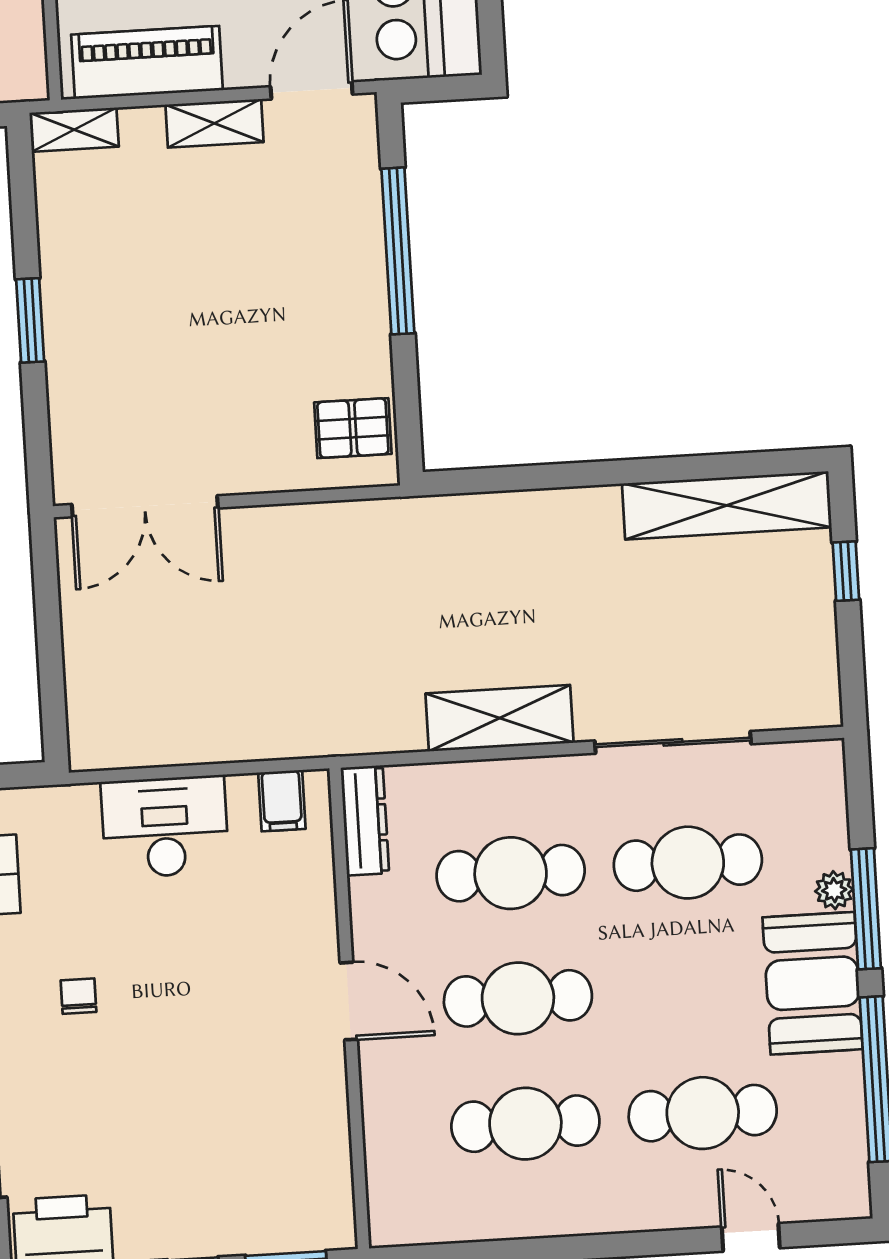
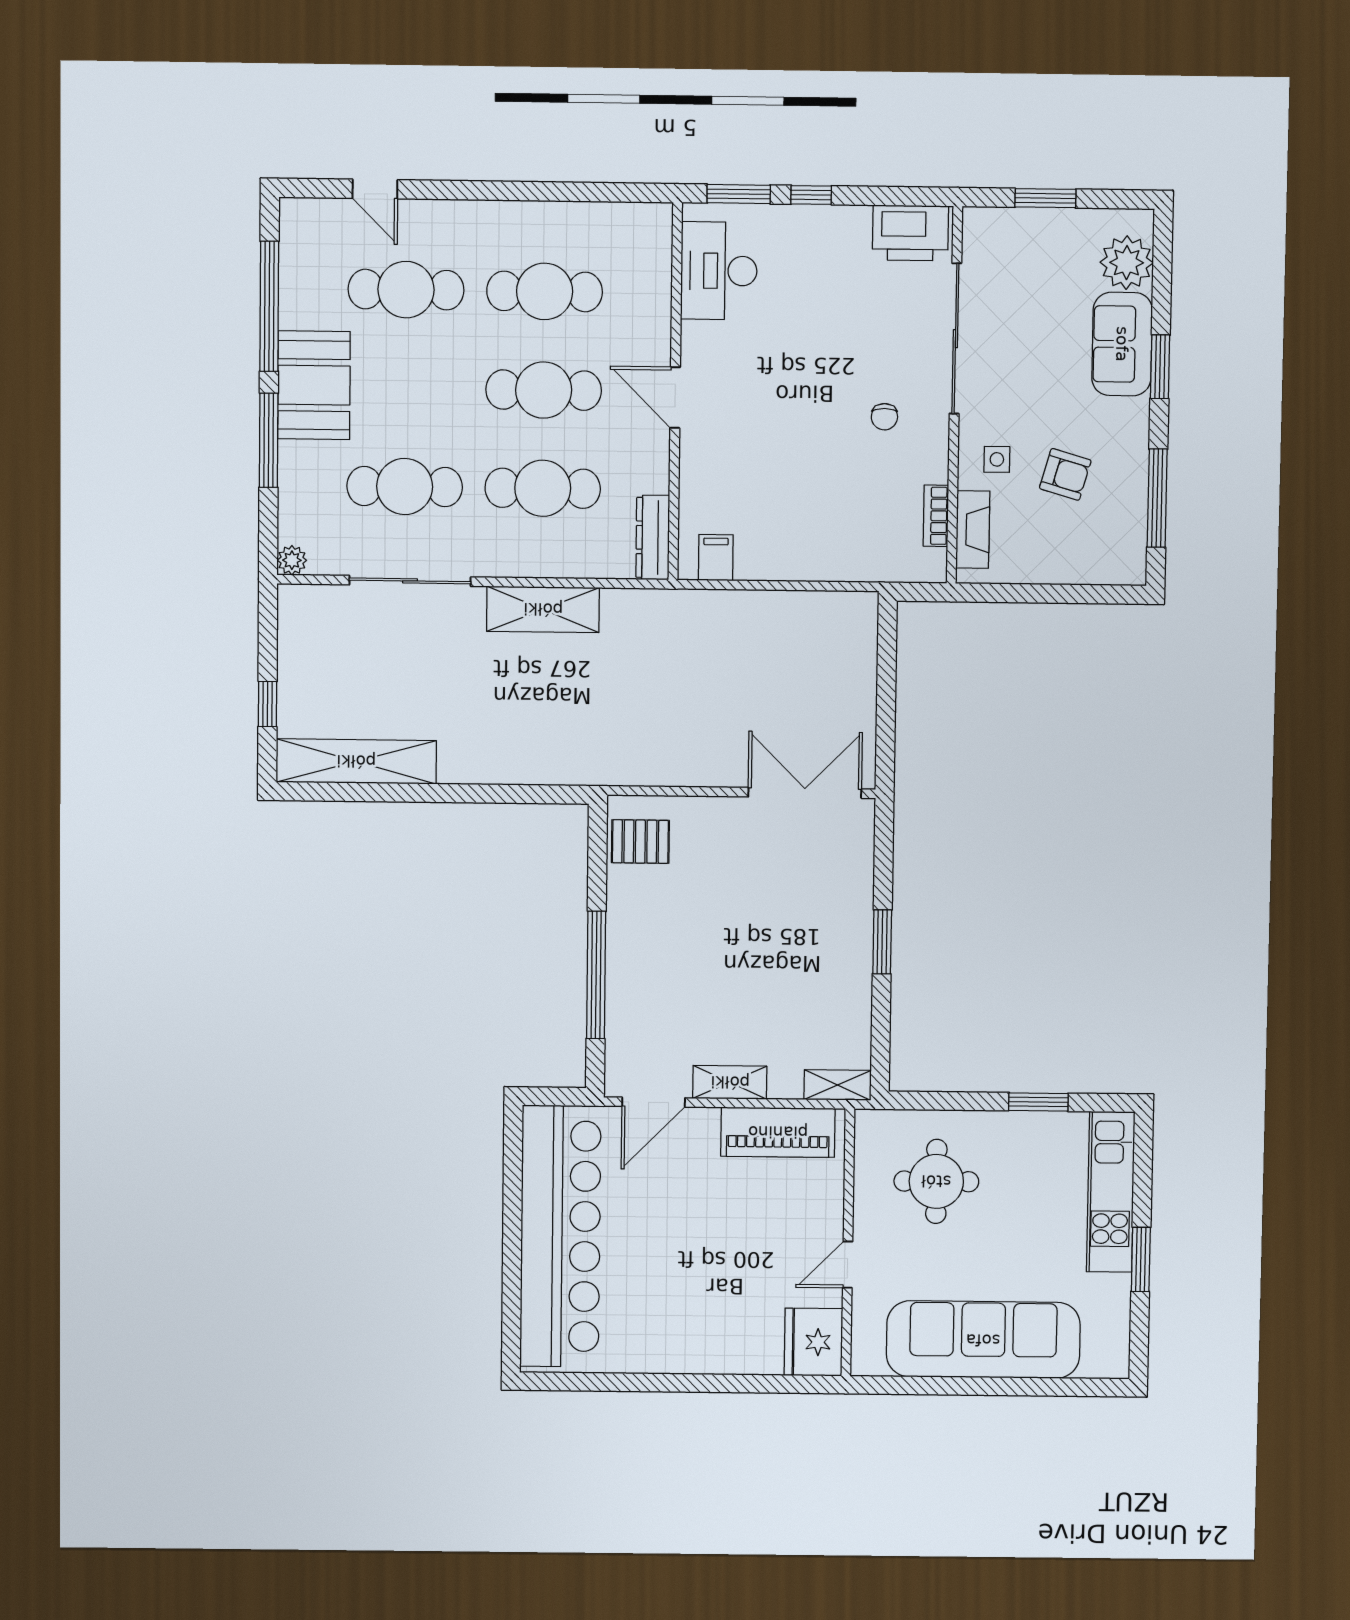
desk: (165, 827) -> (719, 271), moved, turned 90
plant: (834, 890) -> (292, 560), moved

